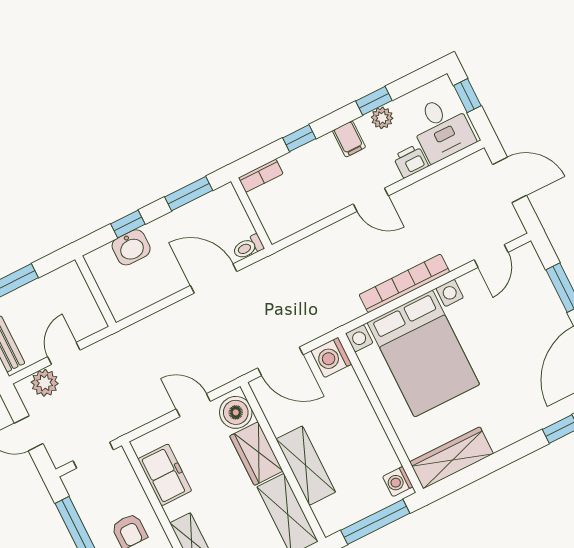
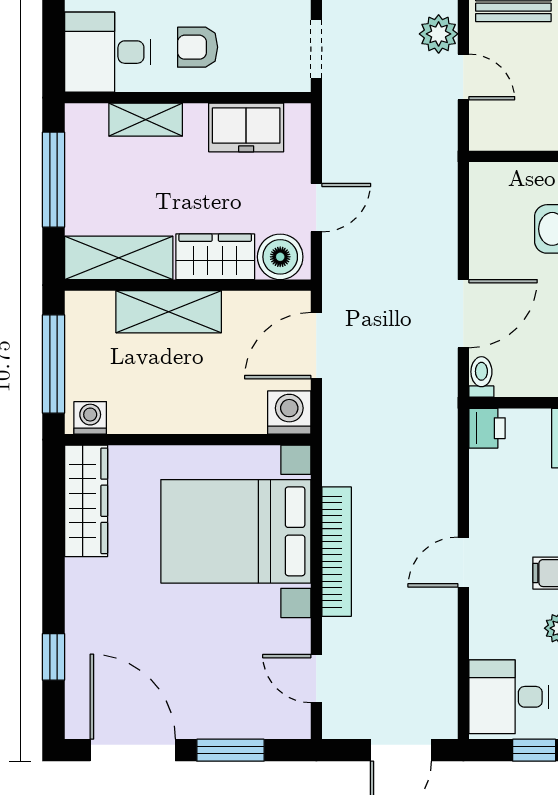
printer: (411, 161) -> (487, 428), moved

